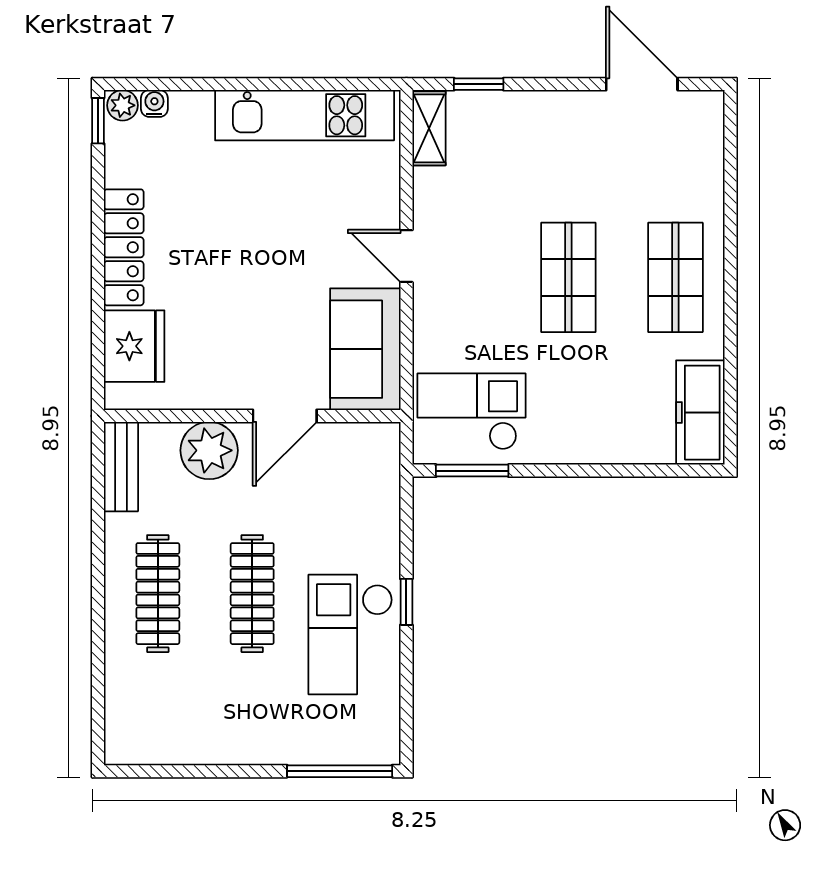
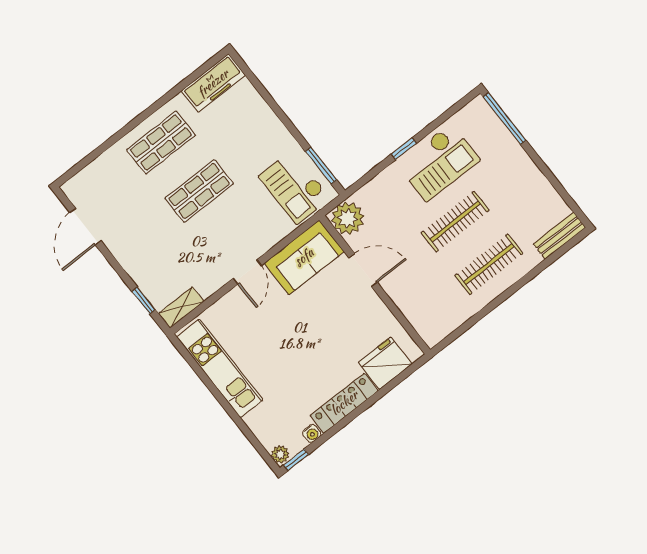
water cooler: (154, 103) -> (312, 433), moved, turned -90
plant: (209, 450) -> (348, 218), moved
bench: (121, 467) -> (559, 236), moved

